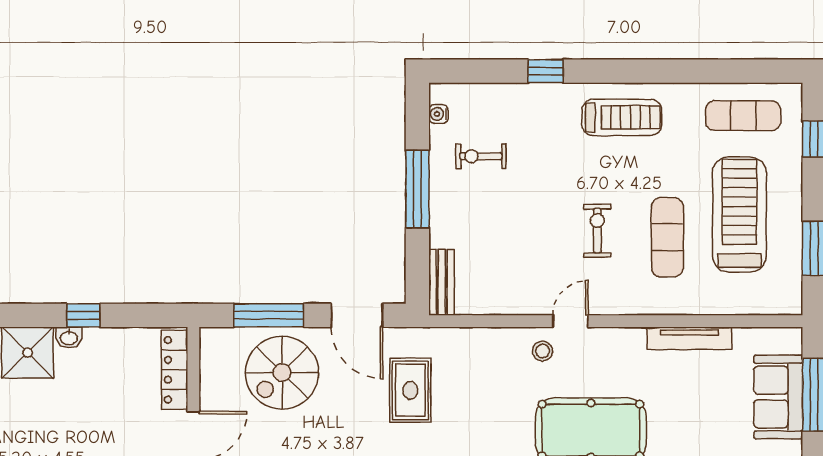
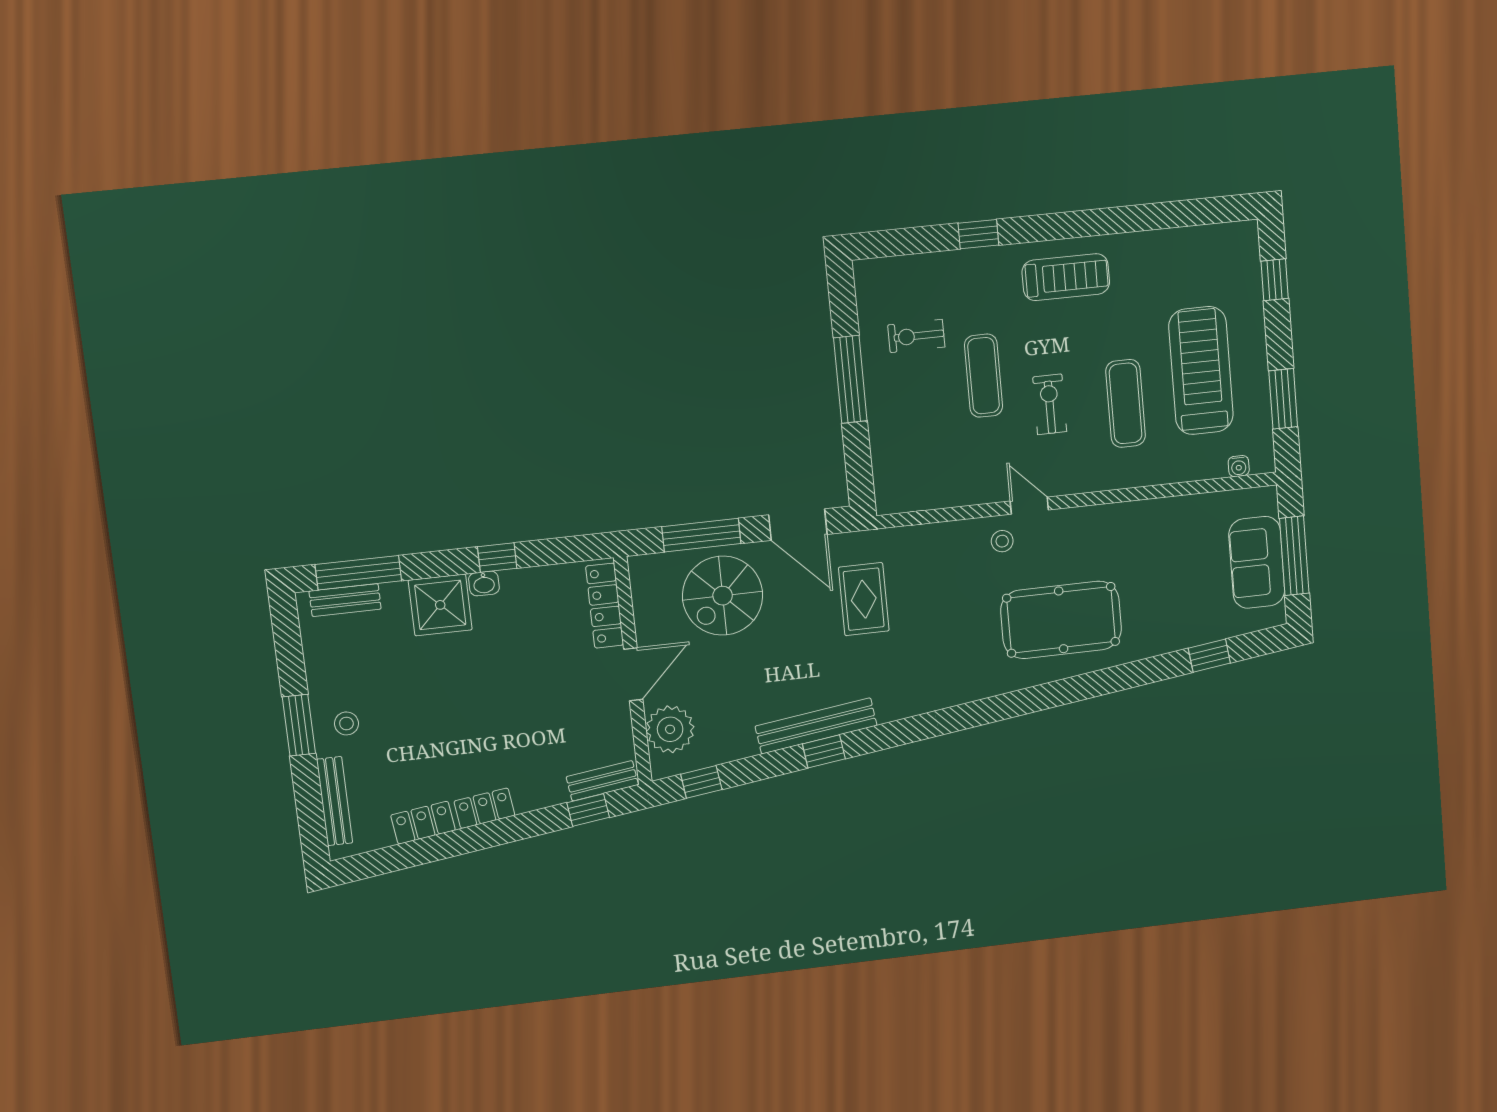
water cooler: (438, 114) -> (1239, 466), moved, turned -90
exercise mat: (743, 116) -> (984, 376), moved, turned 90
bench: (442, 282) -> (886, 479), removed
door: (570, 321) -> (1029, 506), hinge flipped
tv unit: (689, 338) -> (1158, 510), removed

